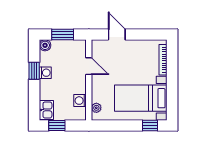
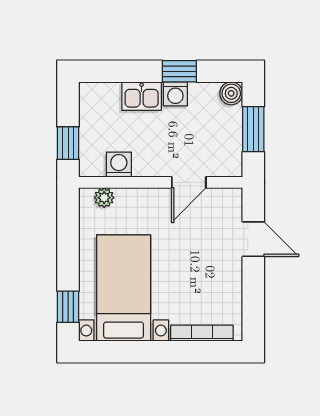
door: (117, 34) -> (253, 239), hinge flipped
kitchen sink: (46, 110) -> (142, 96), moved
window: (57, 126) -> (68, 143), moved

